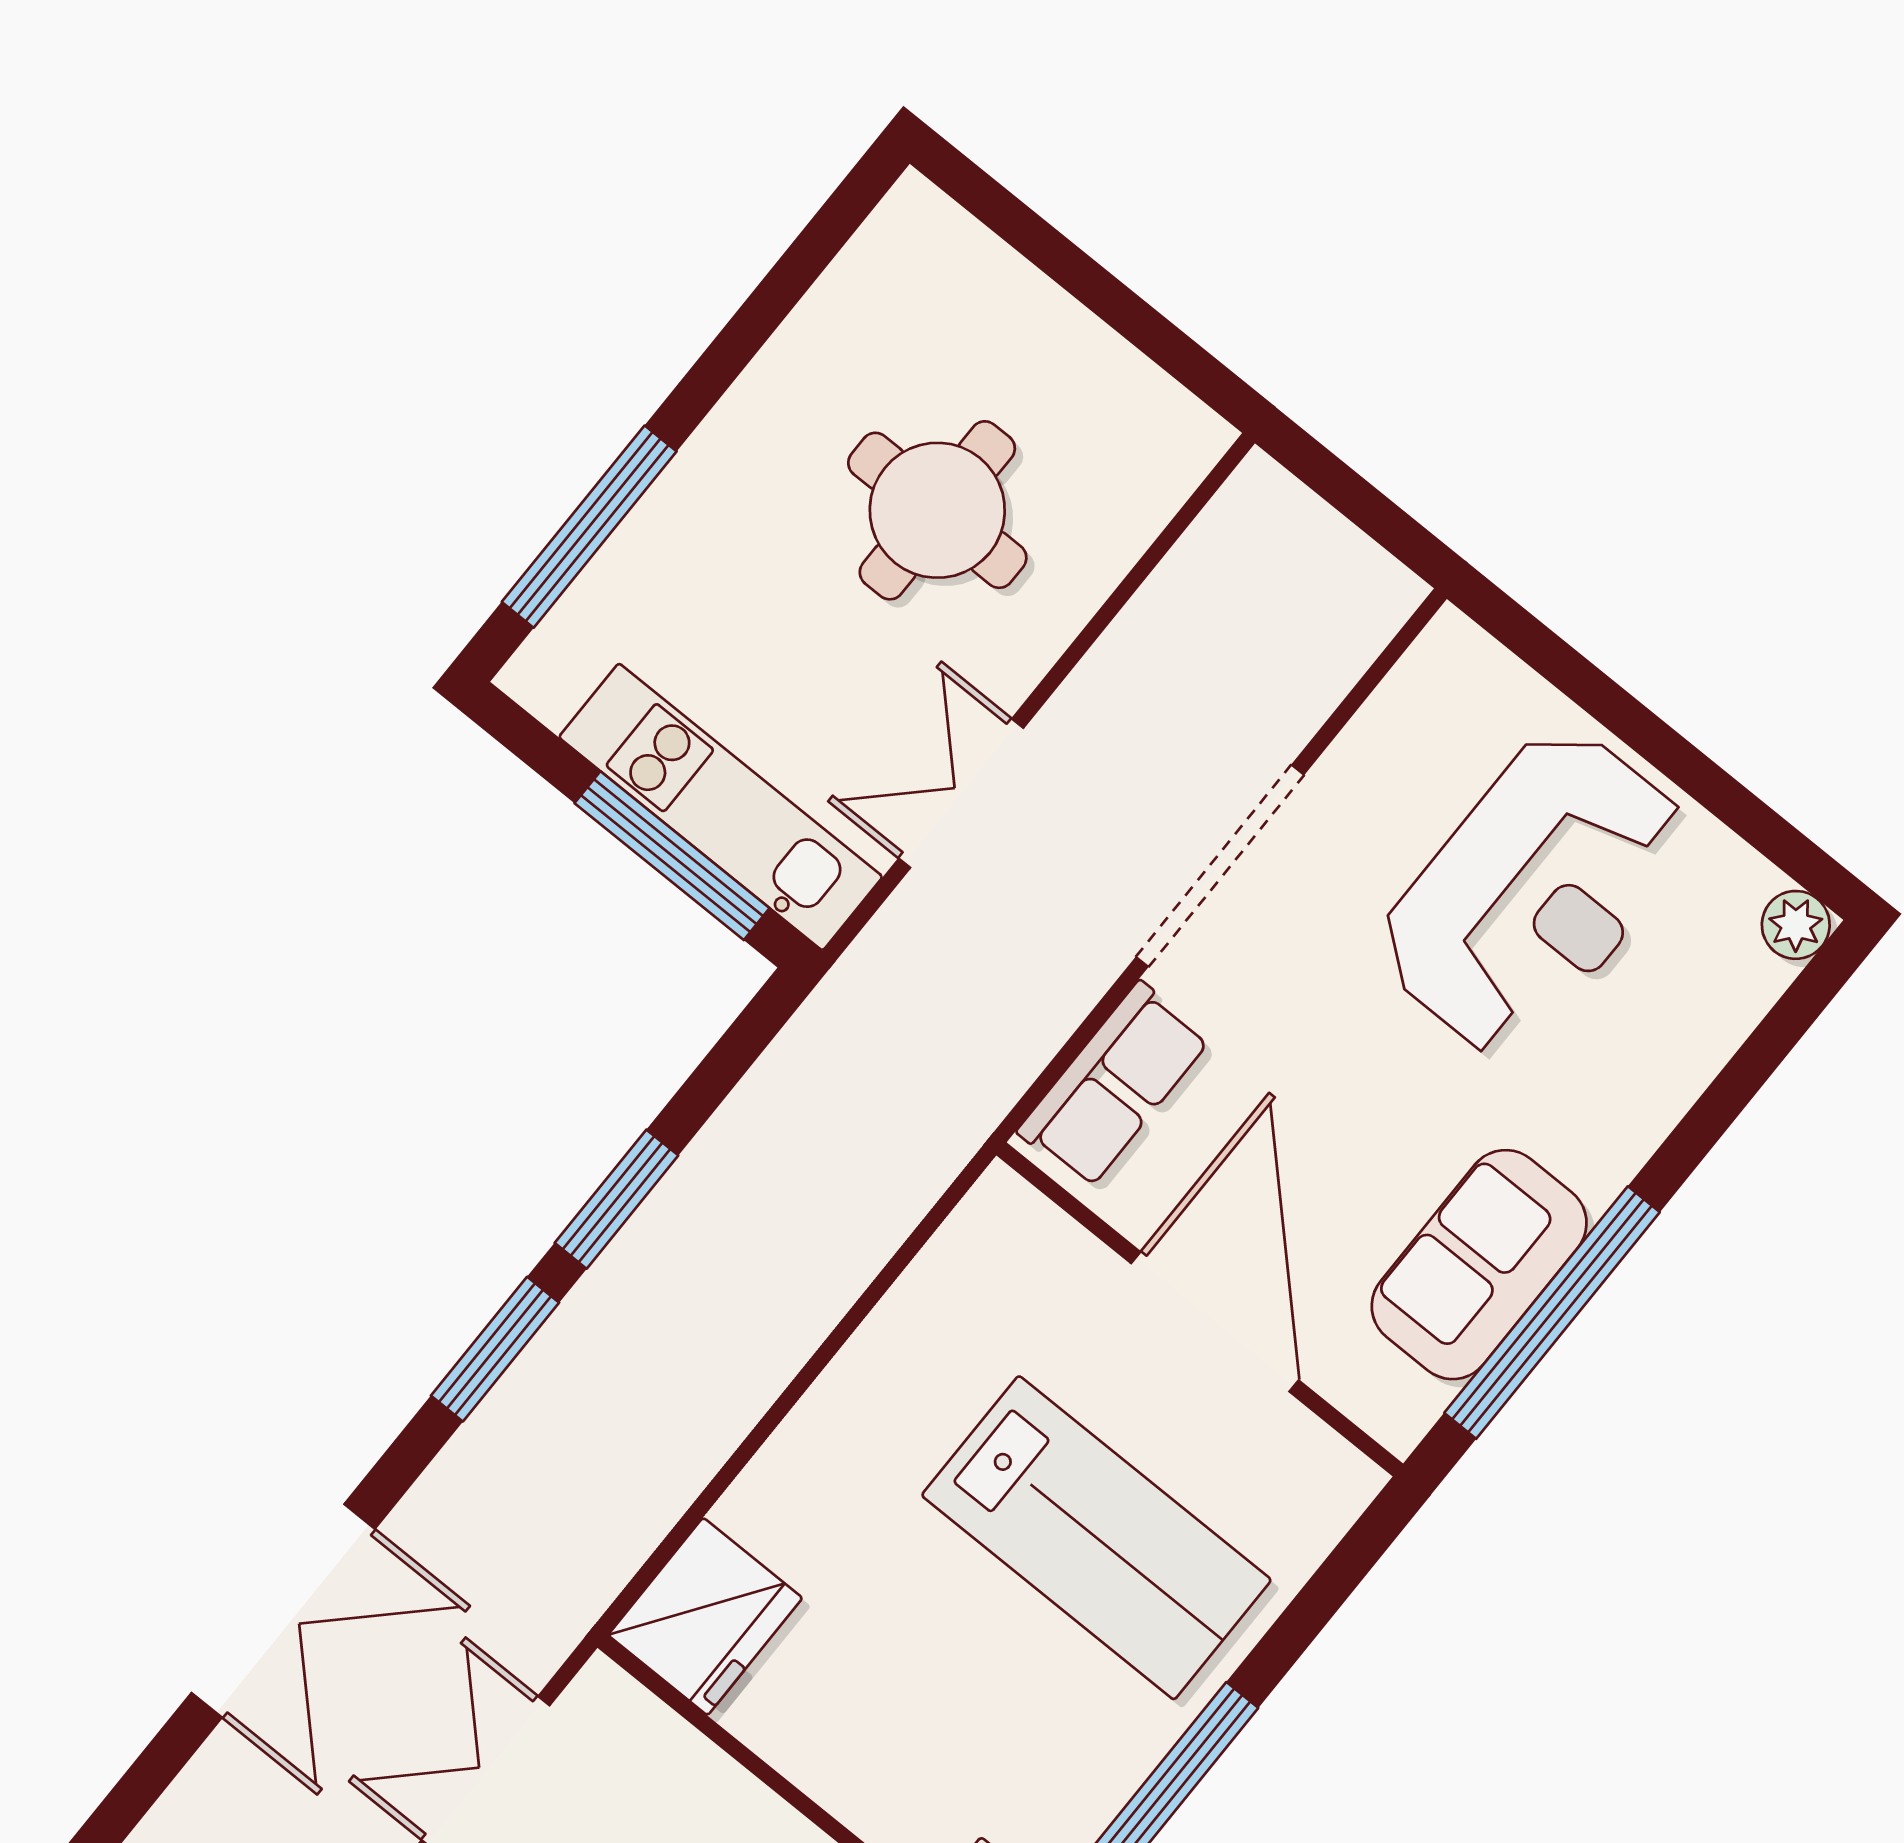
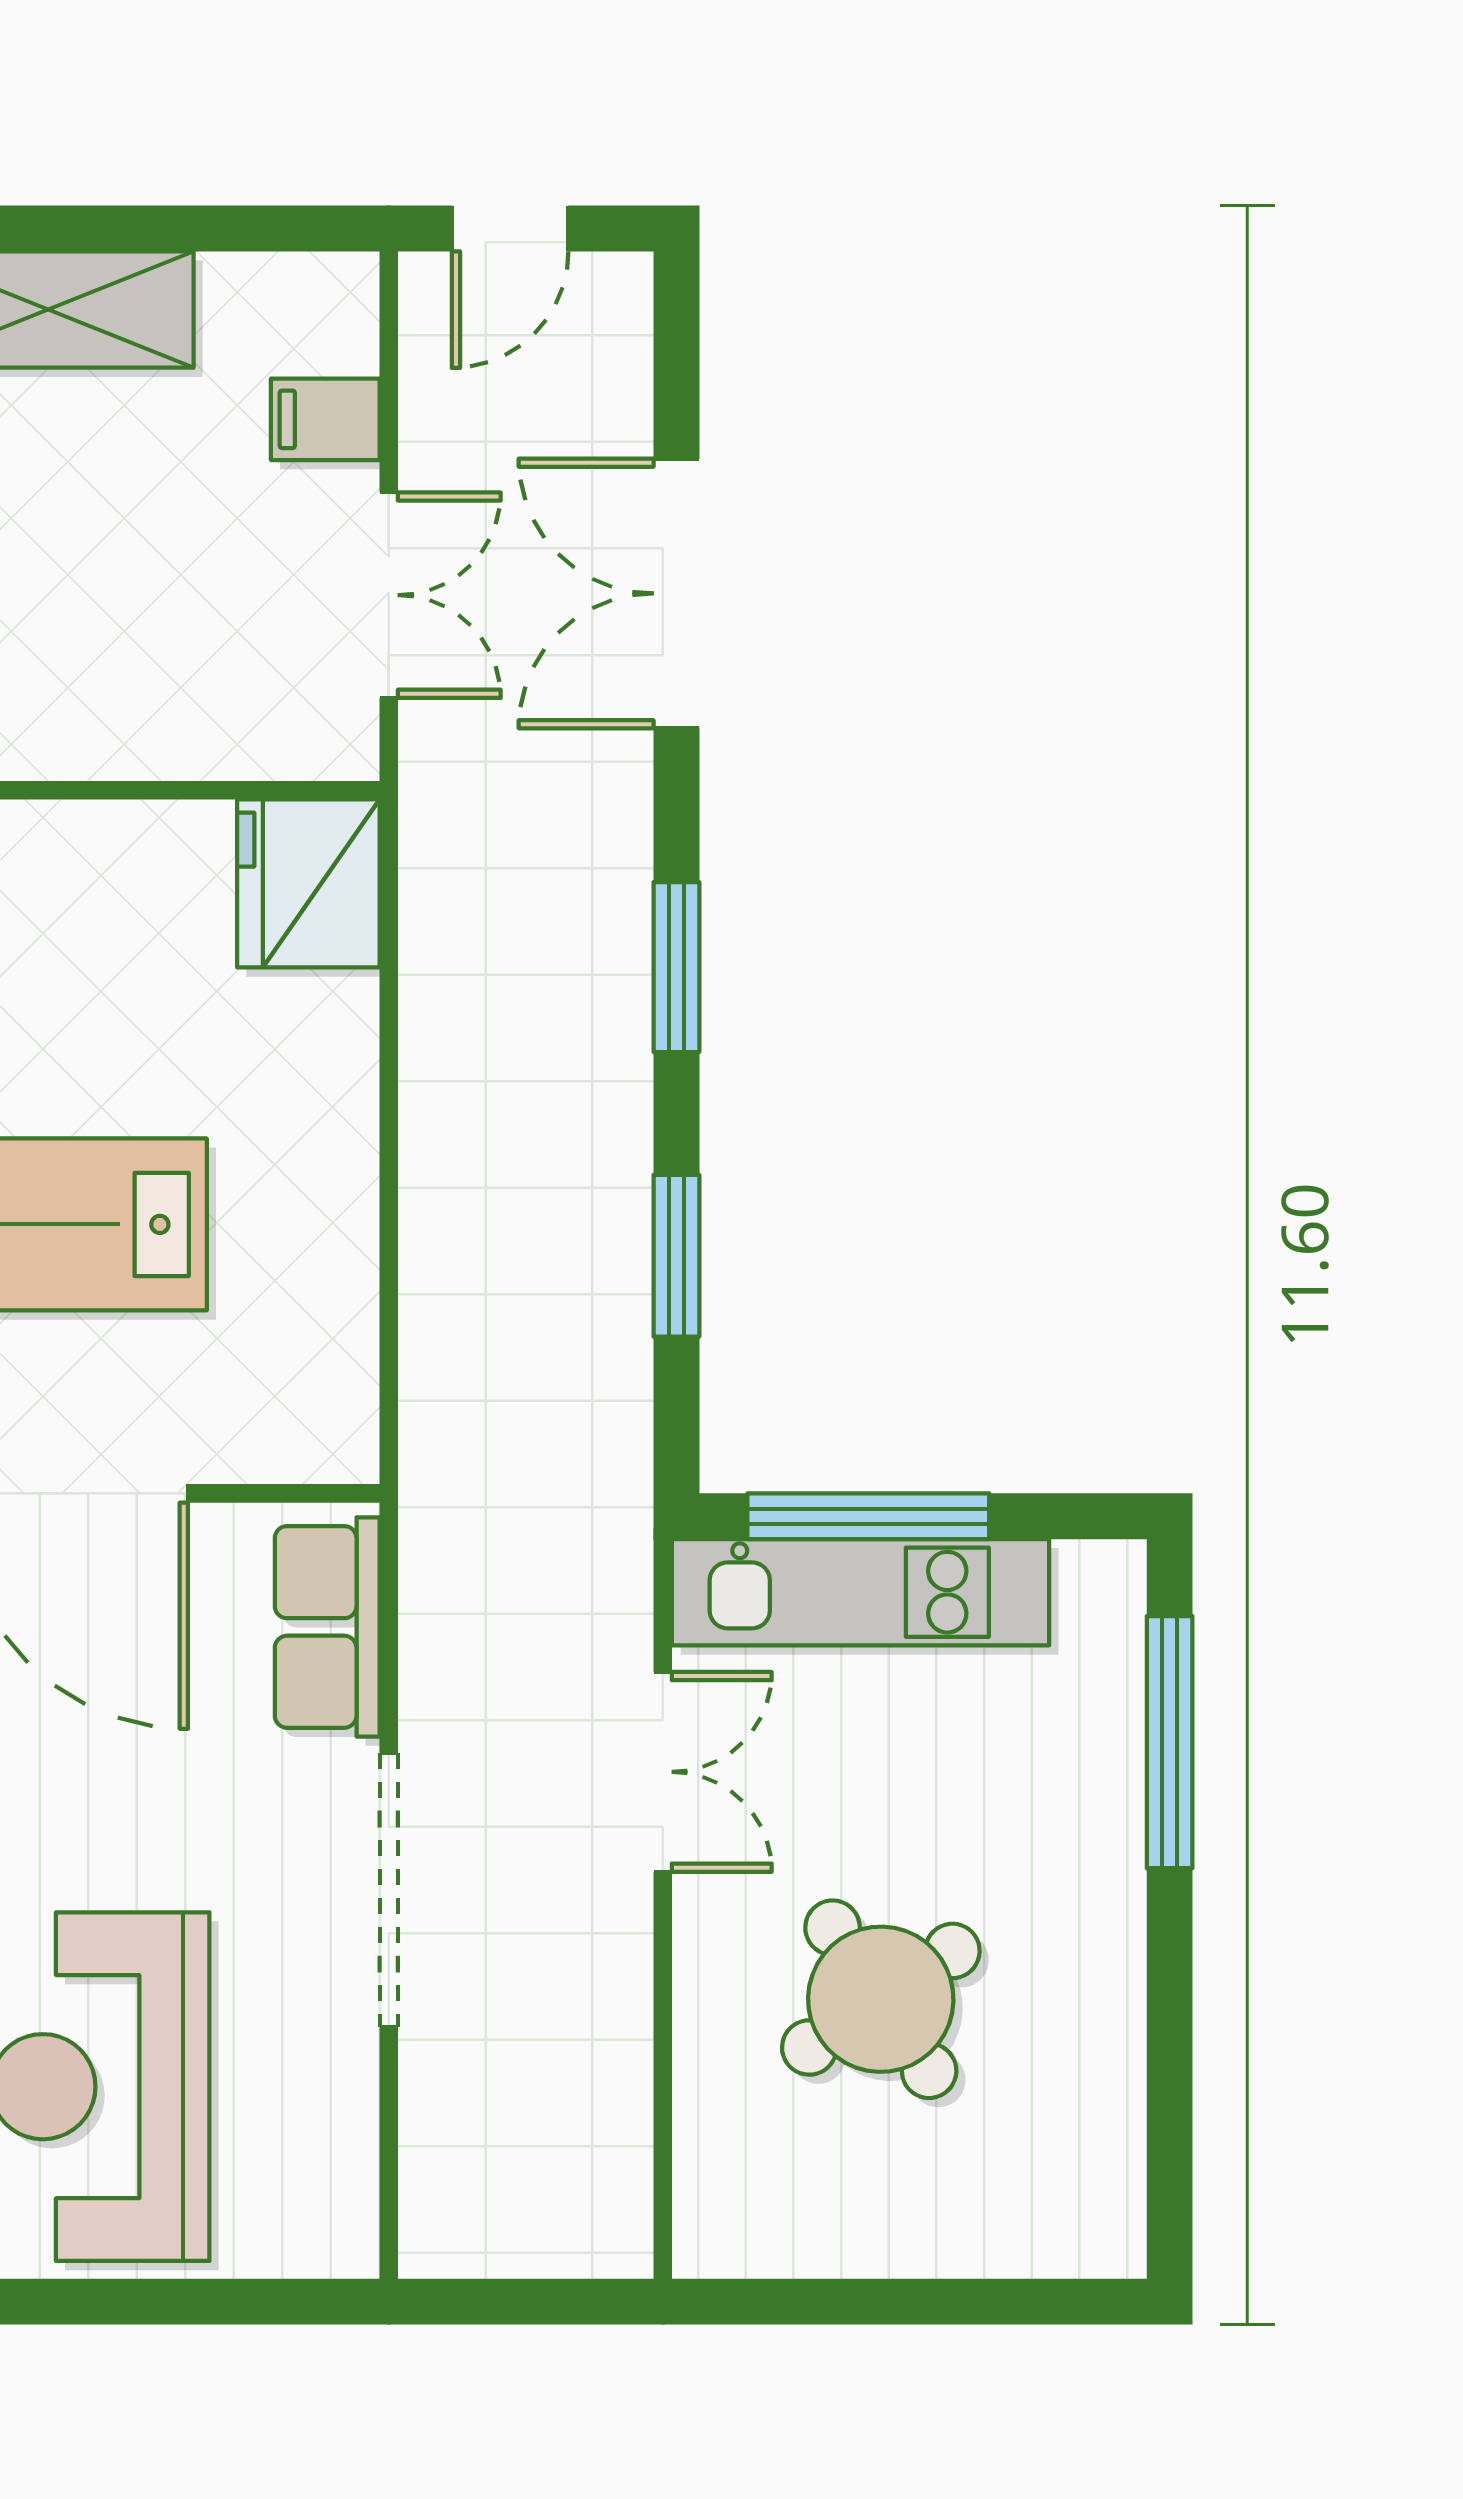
round table: (937, 510) -> (881, 1999), turned -34
window: (616, 1199) -> (676, 1256), moved

